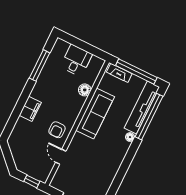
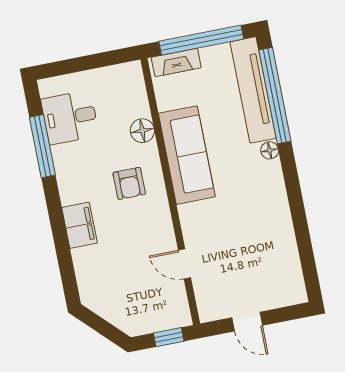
desk: (76, 60) -> (70, 117), moved, turned -90
armchair: (57, 130) -> (129, 183), moved

